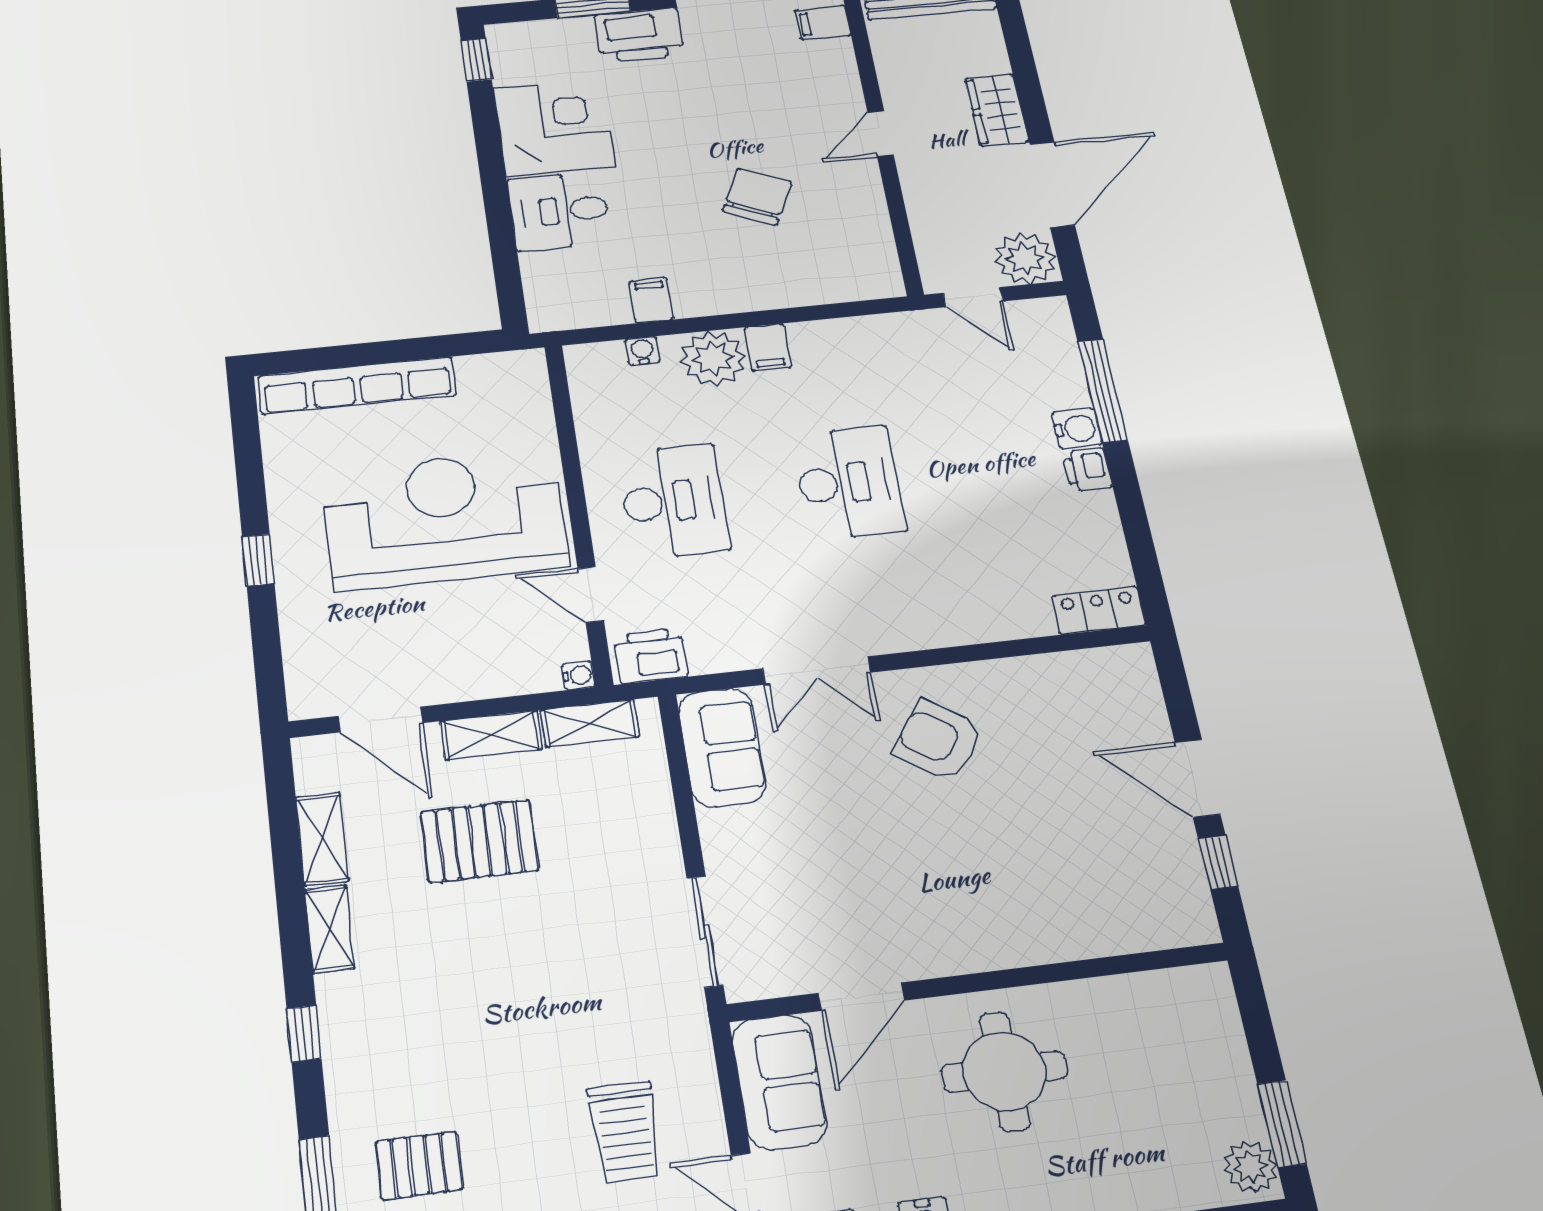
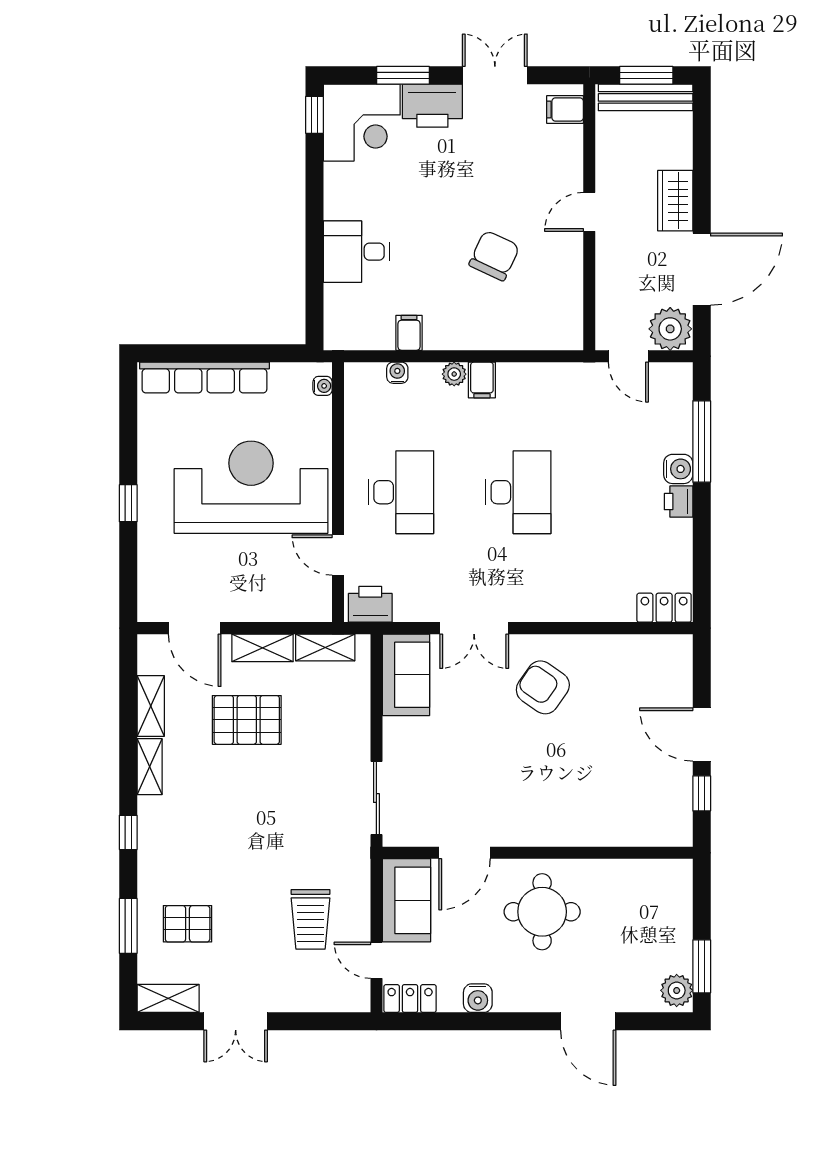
corner desk: (554, 127) -> (362, 123), moved, turned 90
plant: (713, 358) -> (454, 374), width x0.53, depth x0.53
water cooler: (578, 675) -> (323, 386), moved

